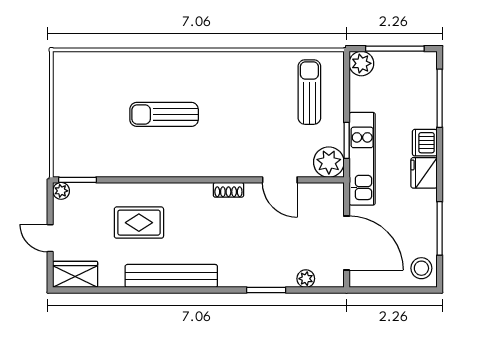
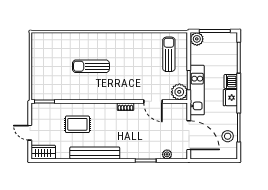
plant: (61, 191) -> (36, 107), removed
stool: (421, 268) -> (228, 136), moved

